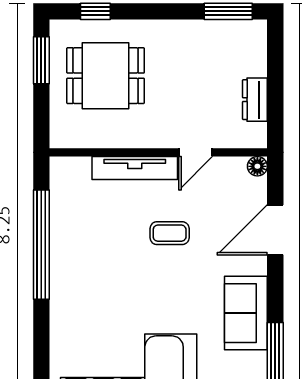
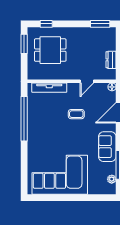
tv unit: (135, 168) -> (49, 88), moved

